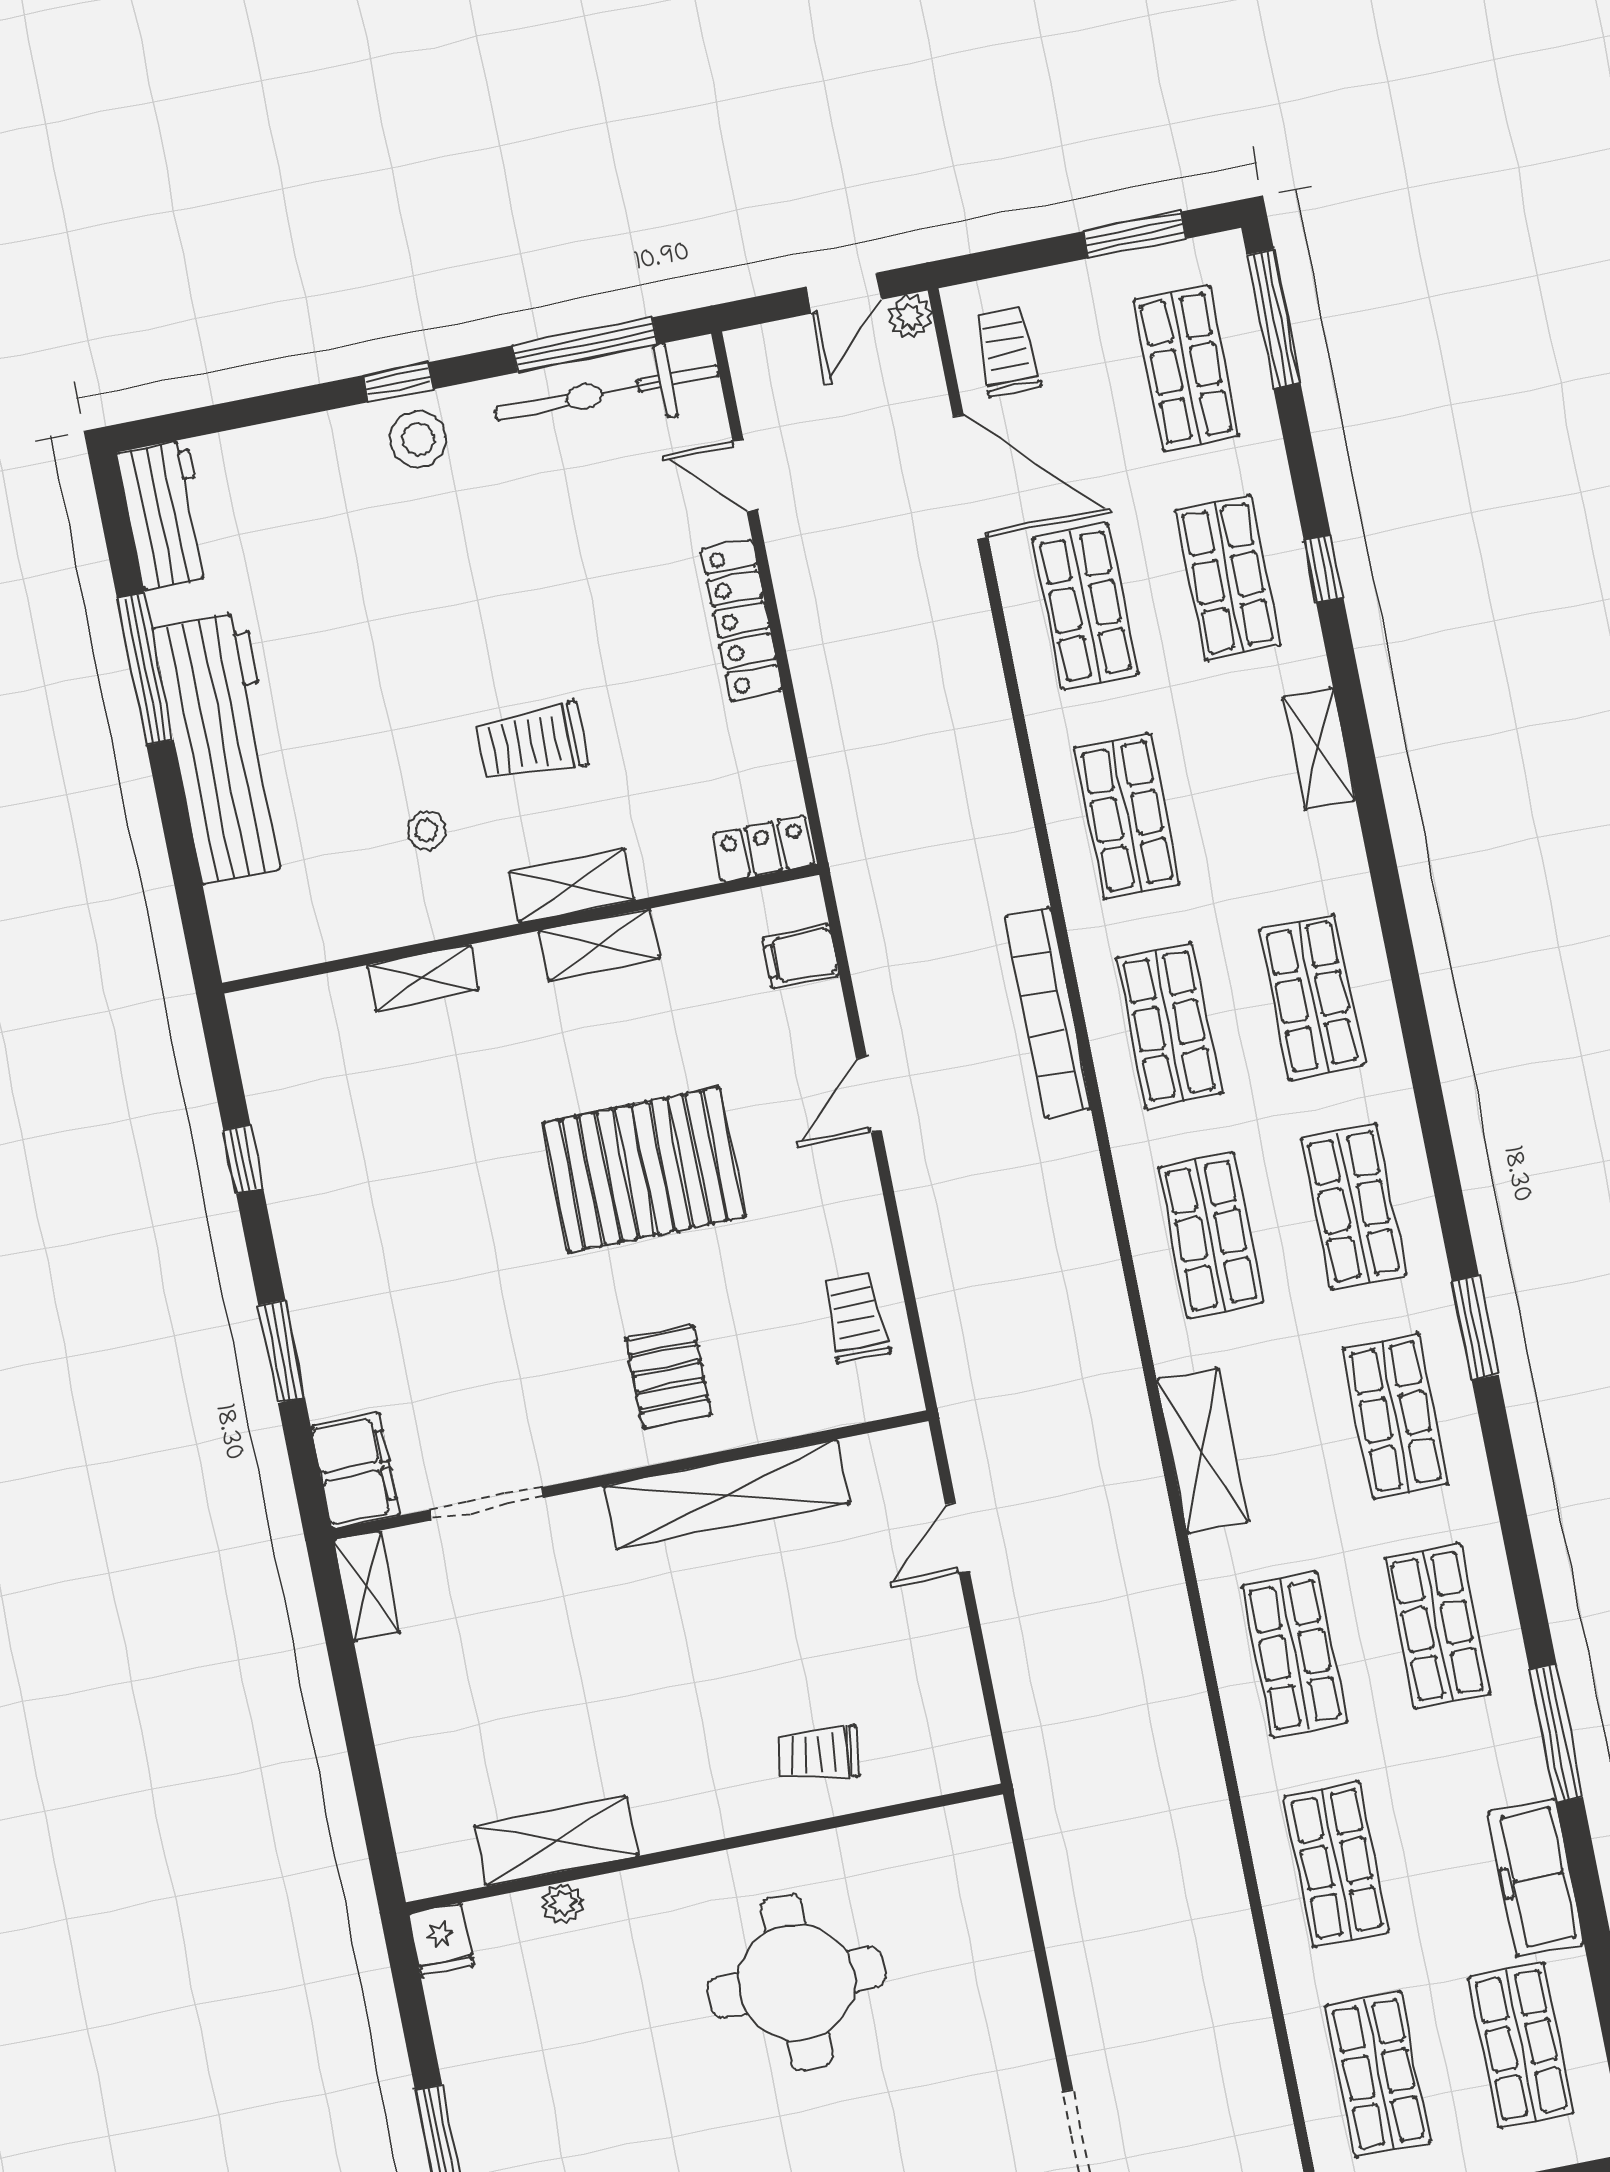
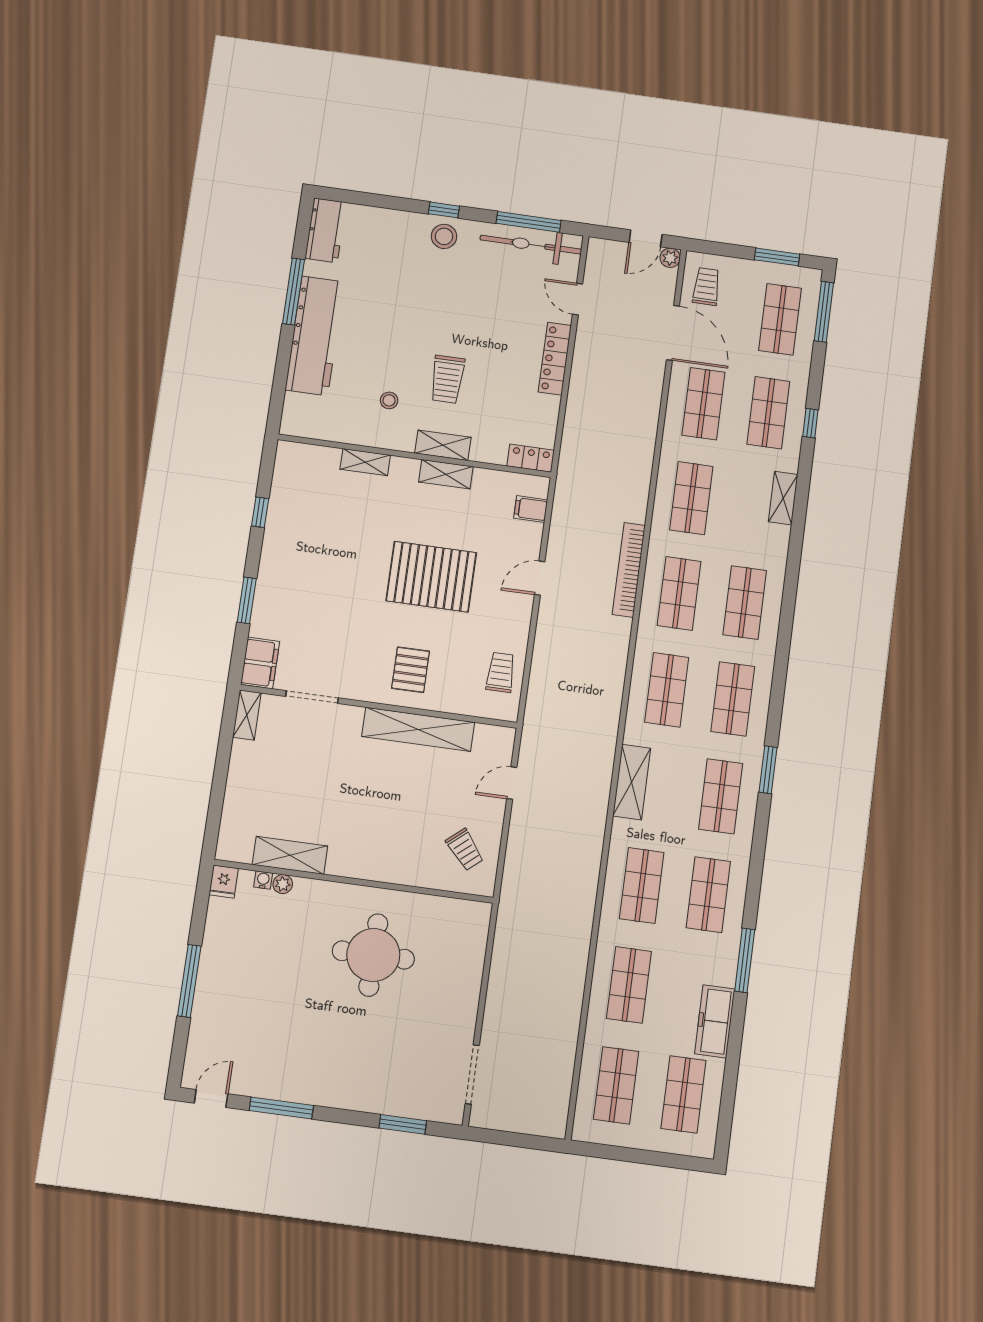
trolley: (532, 743) -> (447, 379), turned -90
trolley: (818, 1754) -> (465, 850), moved, turned -137
water cooler: (520, 1909) -> (263, 880), added

